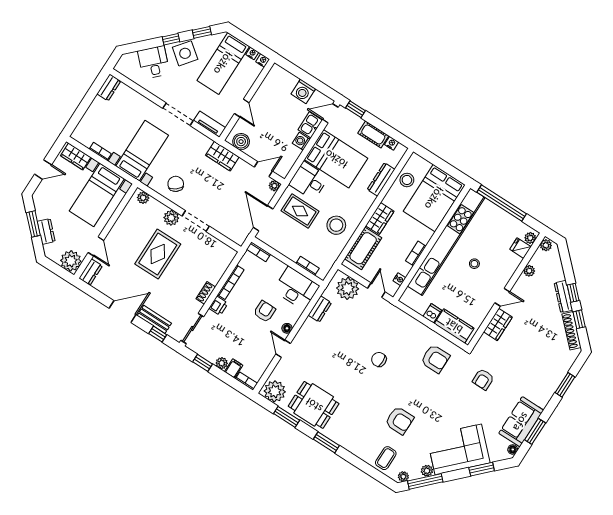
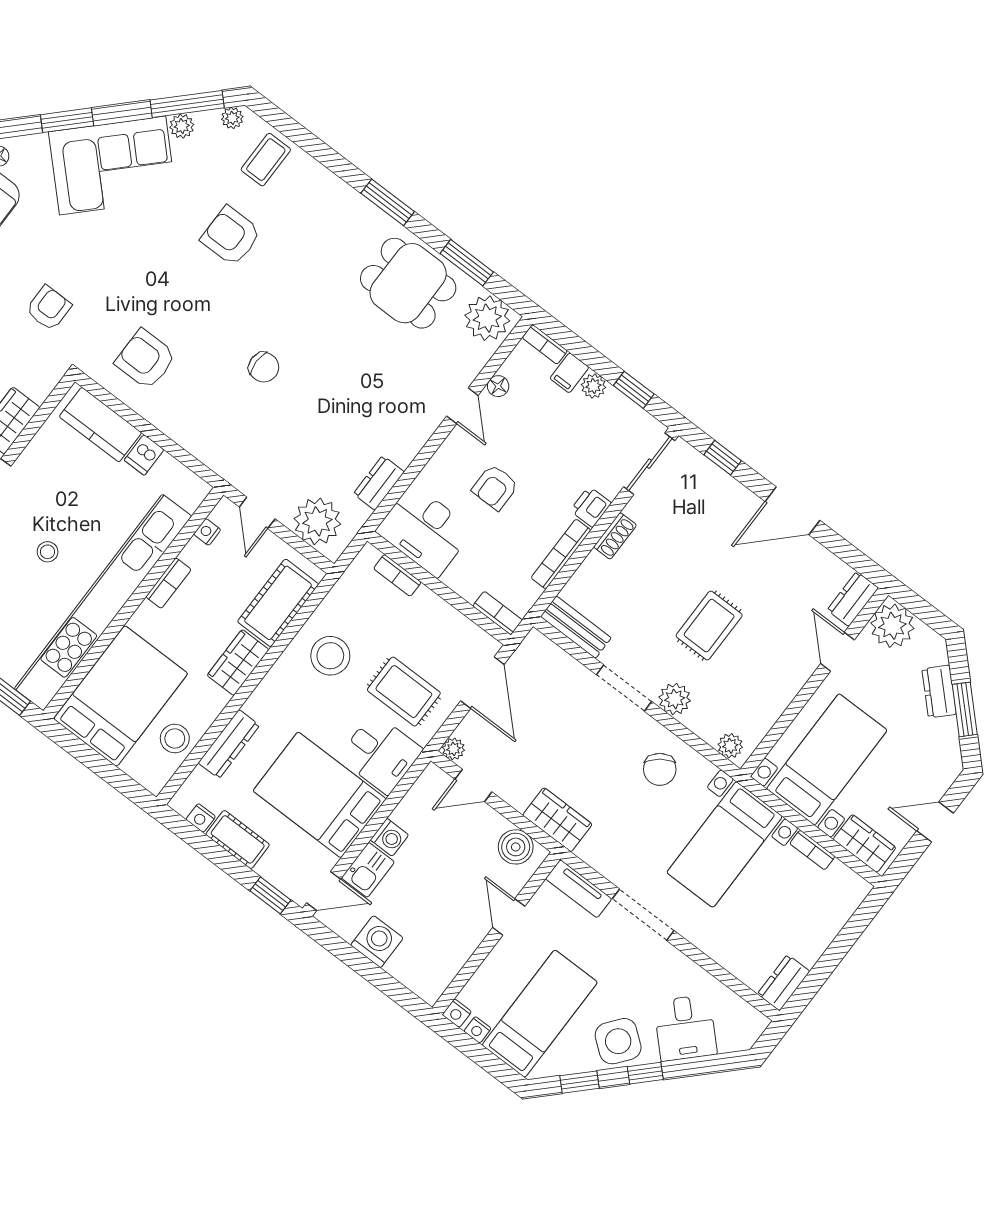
rug: (158, 254) -> (709, 626), width x0.73, depth x0.70
bench: (154, 319) -> (576, 627), moved
floor lamp: (287, 328) -> (498, 386), moved

